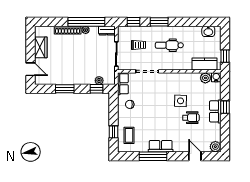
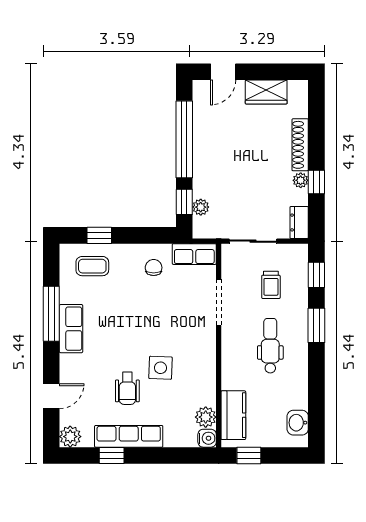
window: (86, 22) -> (316, 182), width x0.32
window: (65, 89) -> (184, 139), width x2.11
window: (225, 107) -> (112, 455), moved
row of seats: (215, 111) -> (129, 436), width x1.48

